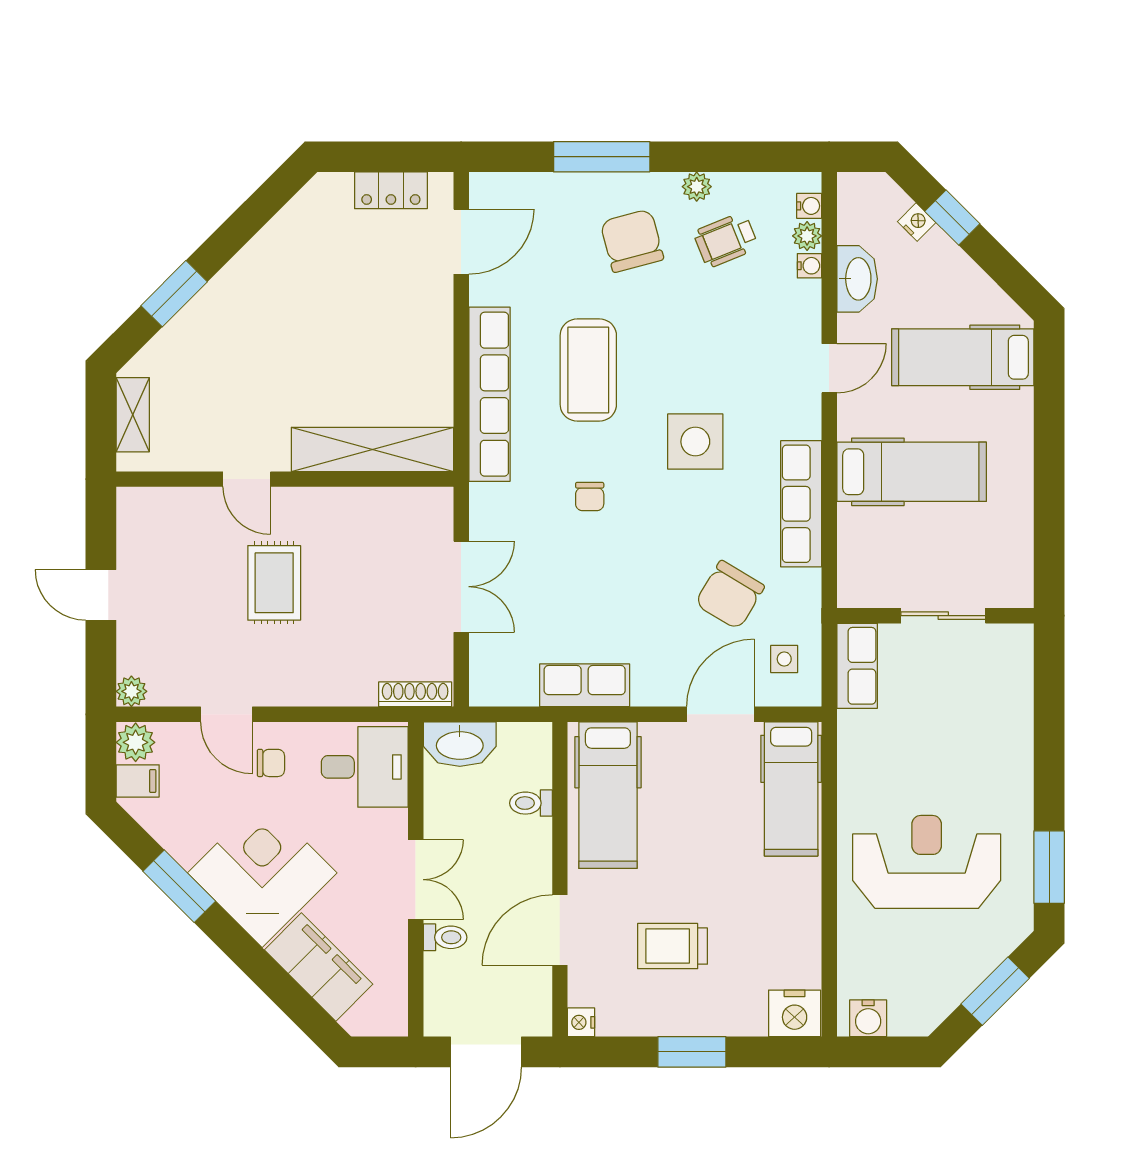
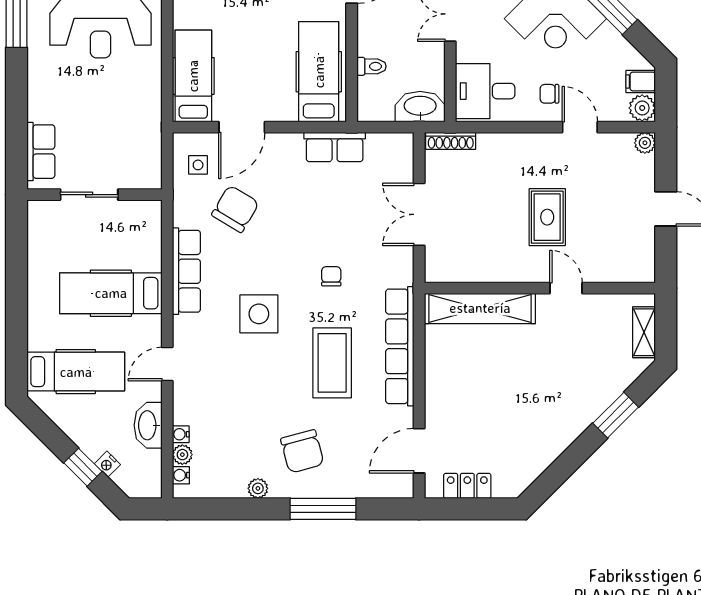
wheelchair: (726, 240) -> (238, 452), removed
row of seats: (857, 666) -> (41, 152), moved, turned 180

